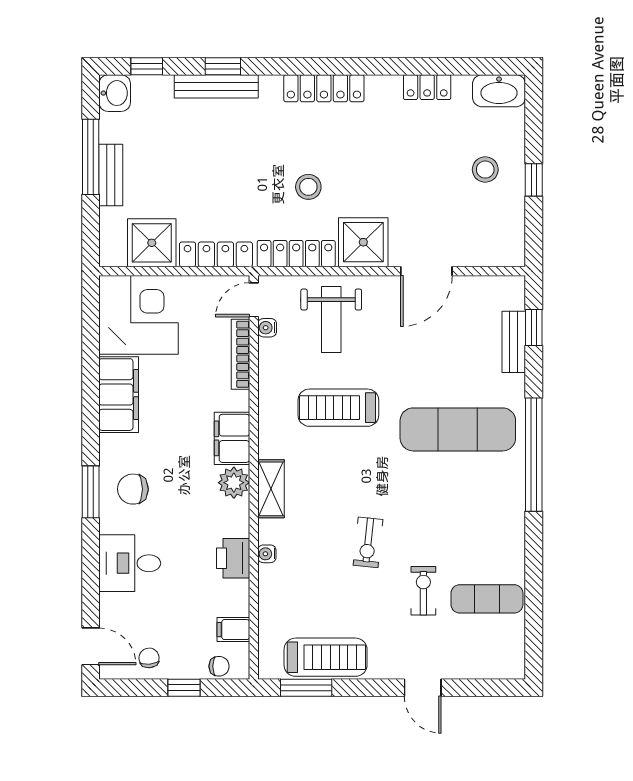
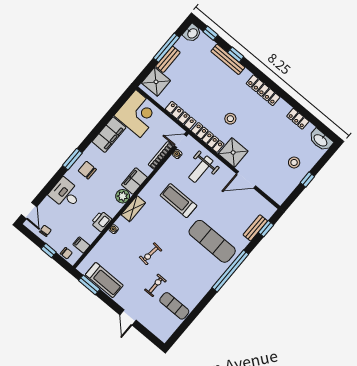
shower: (152, 243) -> (156, 82), moved

